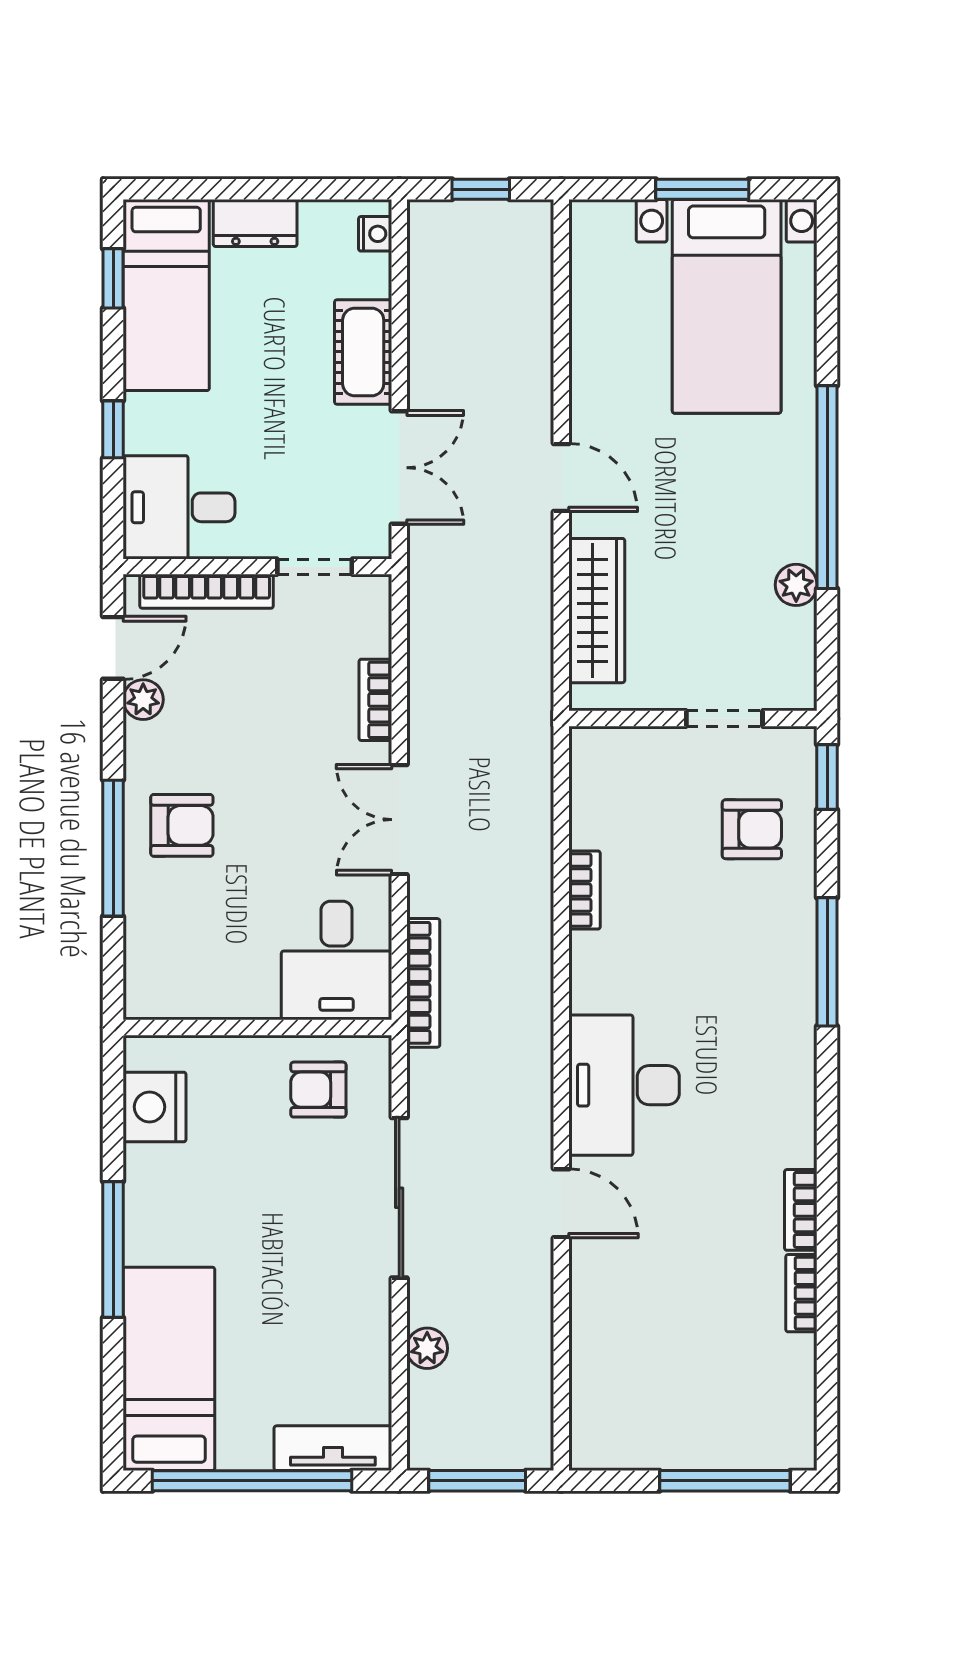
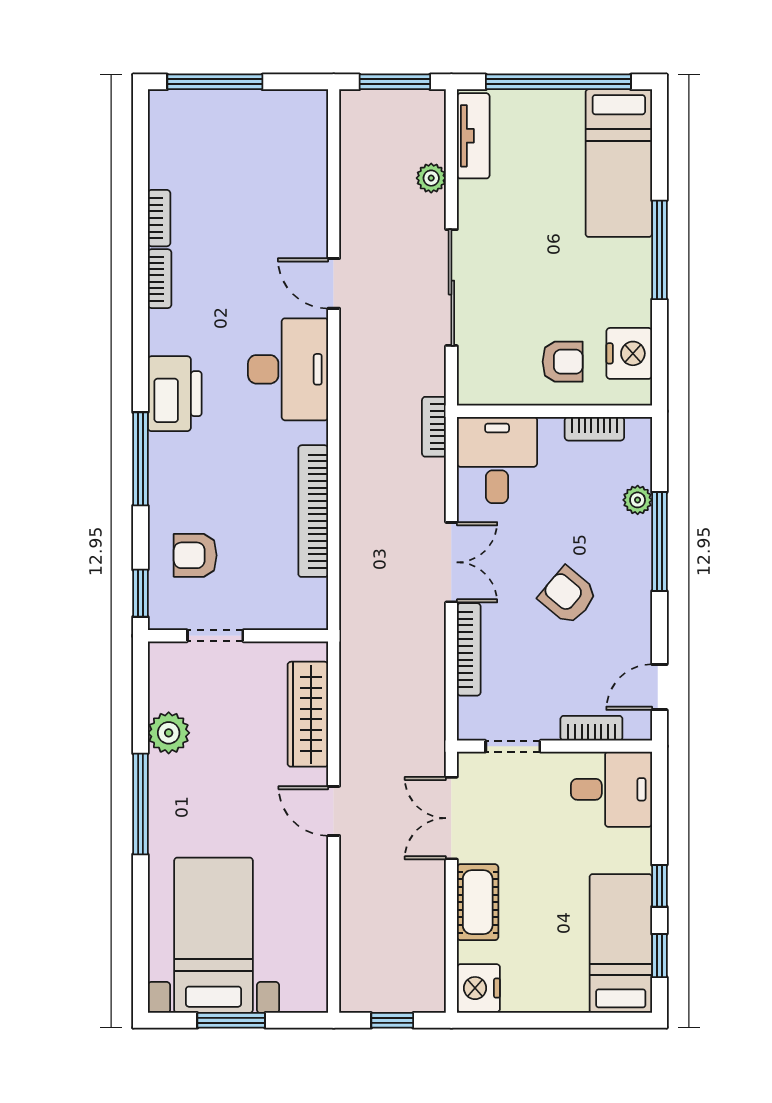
dresser: (255, 223) -> (556, 996), removed
nightstand: (375, 234) -> (478, 988), width x1.89, depth x1.79
window: (113, 429) -> (659, 886), moved
window: (827, 487) -> (140, 804), width x0.68
plant: (796, 585) -> (169, 733), width x1.38, depth x1.38
bookcase: (207, 591) -> (591, 728), width x0.64
plant: (143, 700) -> (638, 500), moved
bookcase: (375, 700) -> (469, 649), width x1.56
armchair: (182, 825) -> (568, 596), moved, turned 40
bookcase: (585, 890) -> (313, 511), width x2.31, depth x1.31
bookcase: (423, 983) -> (434, 427), width x0.64
bookcase: (202, 1004) -> (594, 429), added
printer: (780, 1052) -> (175, 394), added
armchair: (318, 1090) -> (563, 362), moved
tv unit: (333, 1448) -> (473, 136), moved, turned -90

